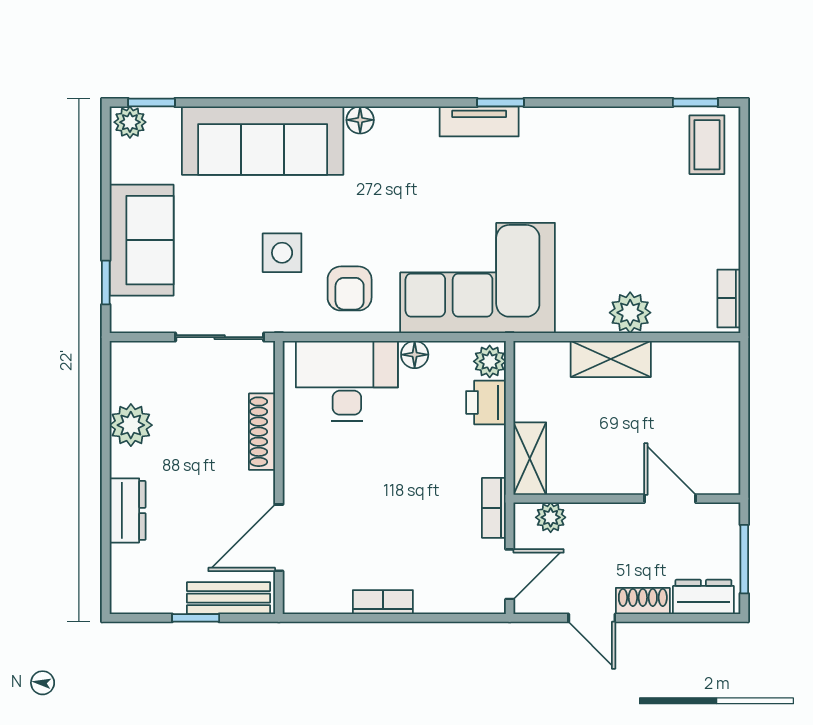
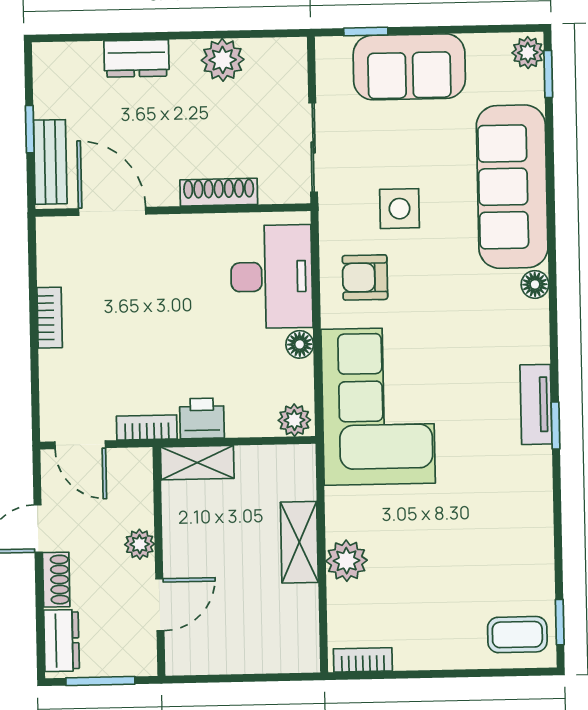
printer: (486, 402) -> (202, 418), moved
plant: (551, 517) -> (140, 544), moved

